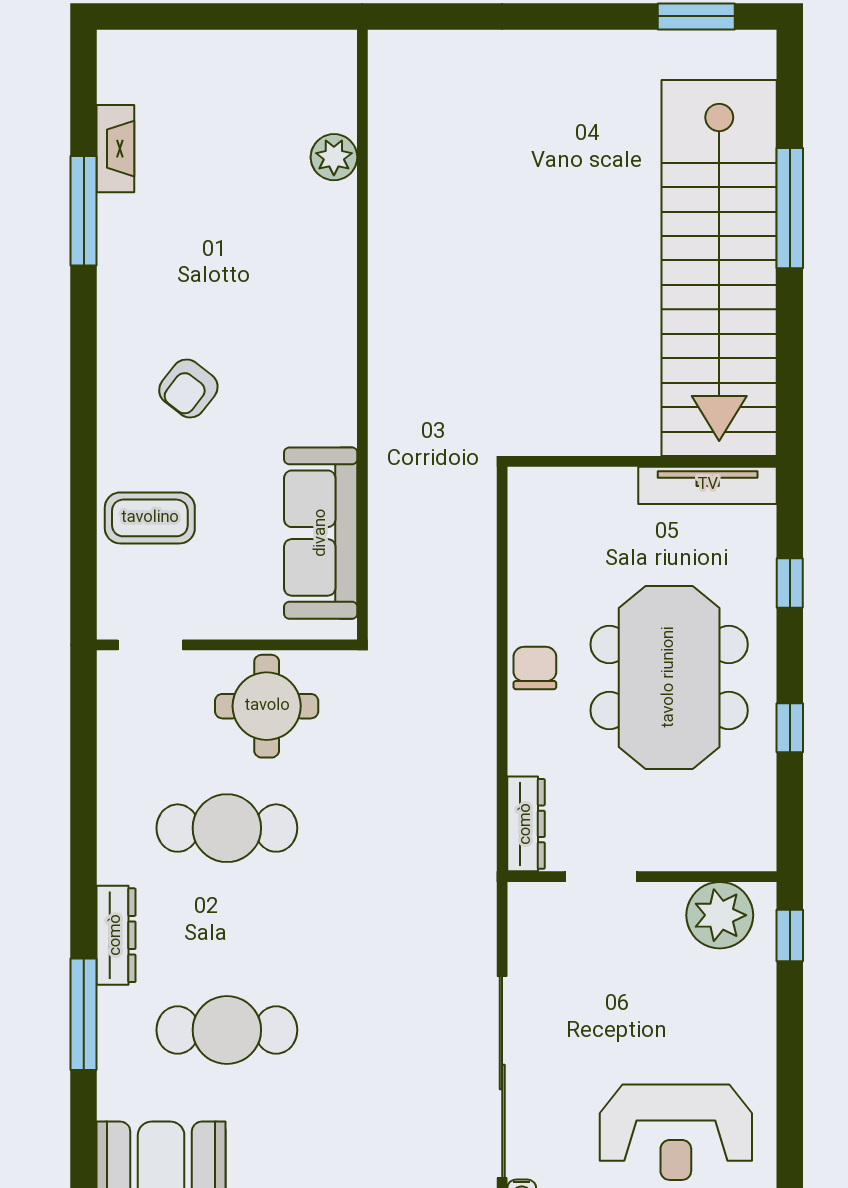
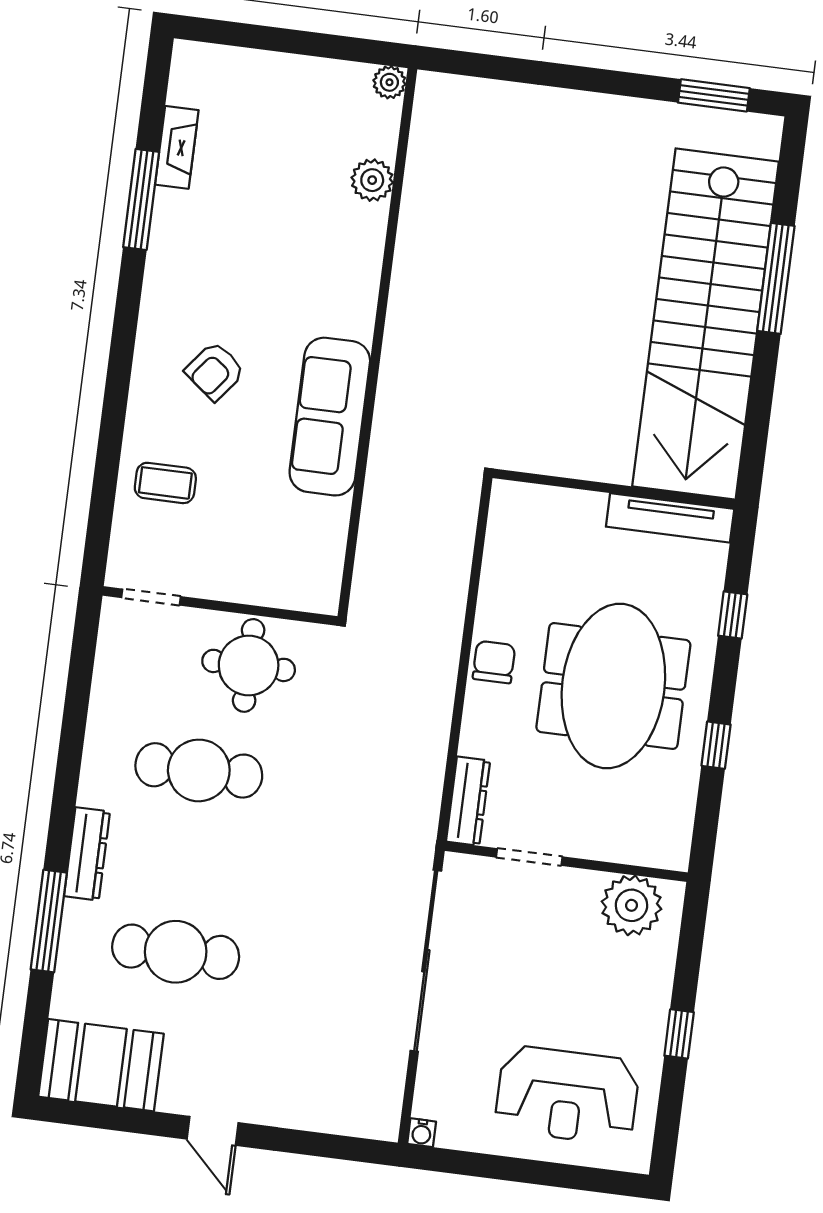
plant: (339, 48) -> (389, 82), added
coffee table: (150, 518) -> (165, 483), width x0.73, depth x0.77
sofa: (321, 533) -> (330, 417), moved
window: (790, 936) -> (679, 1034), moved
sliding door: (502, 1077) -> (426, 961), moved

